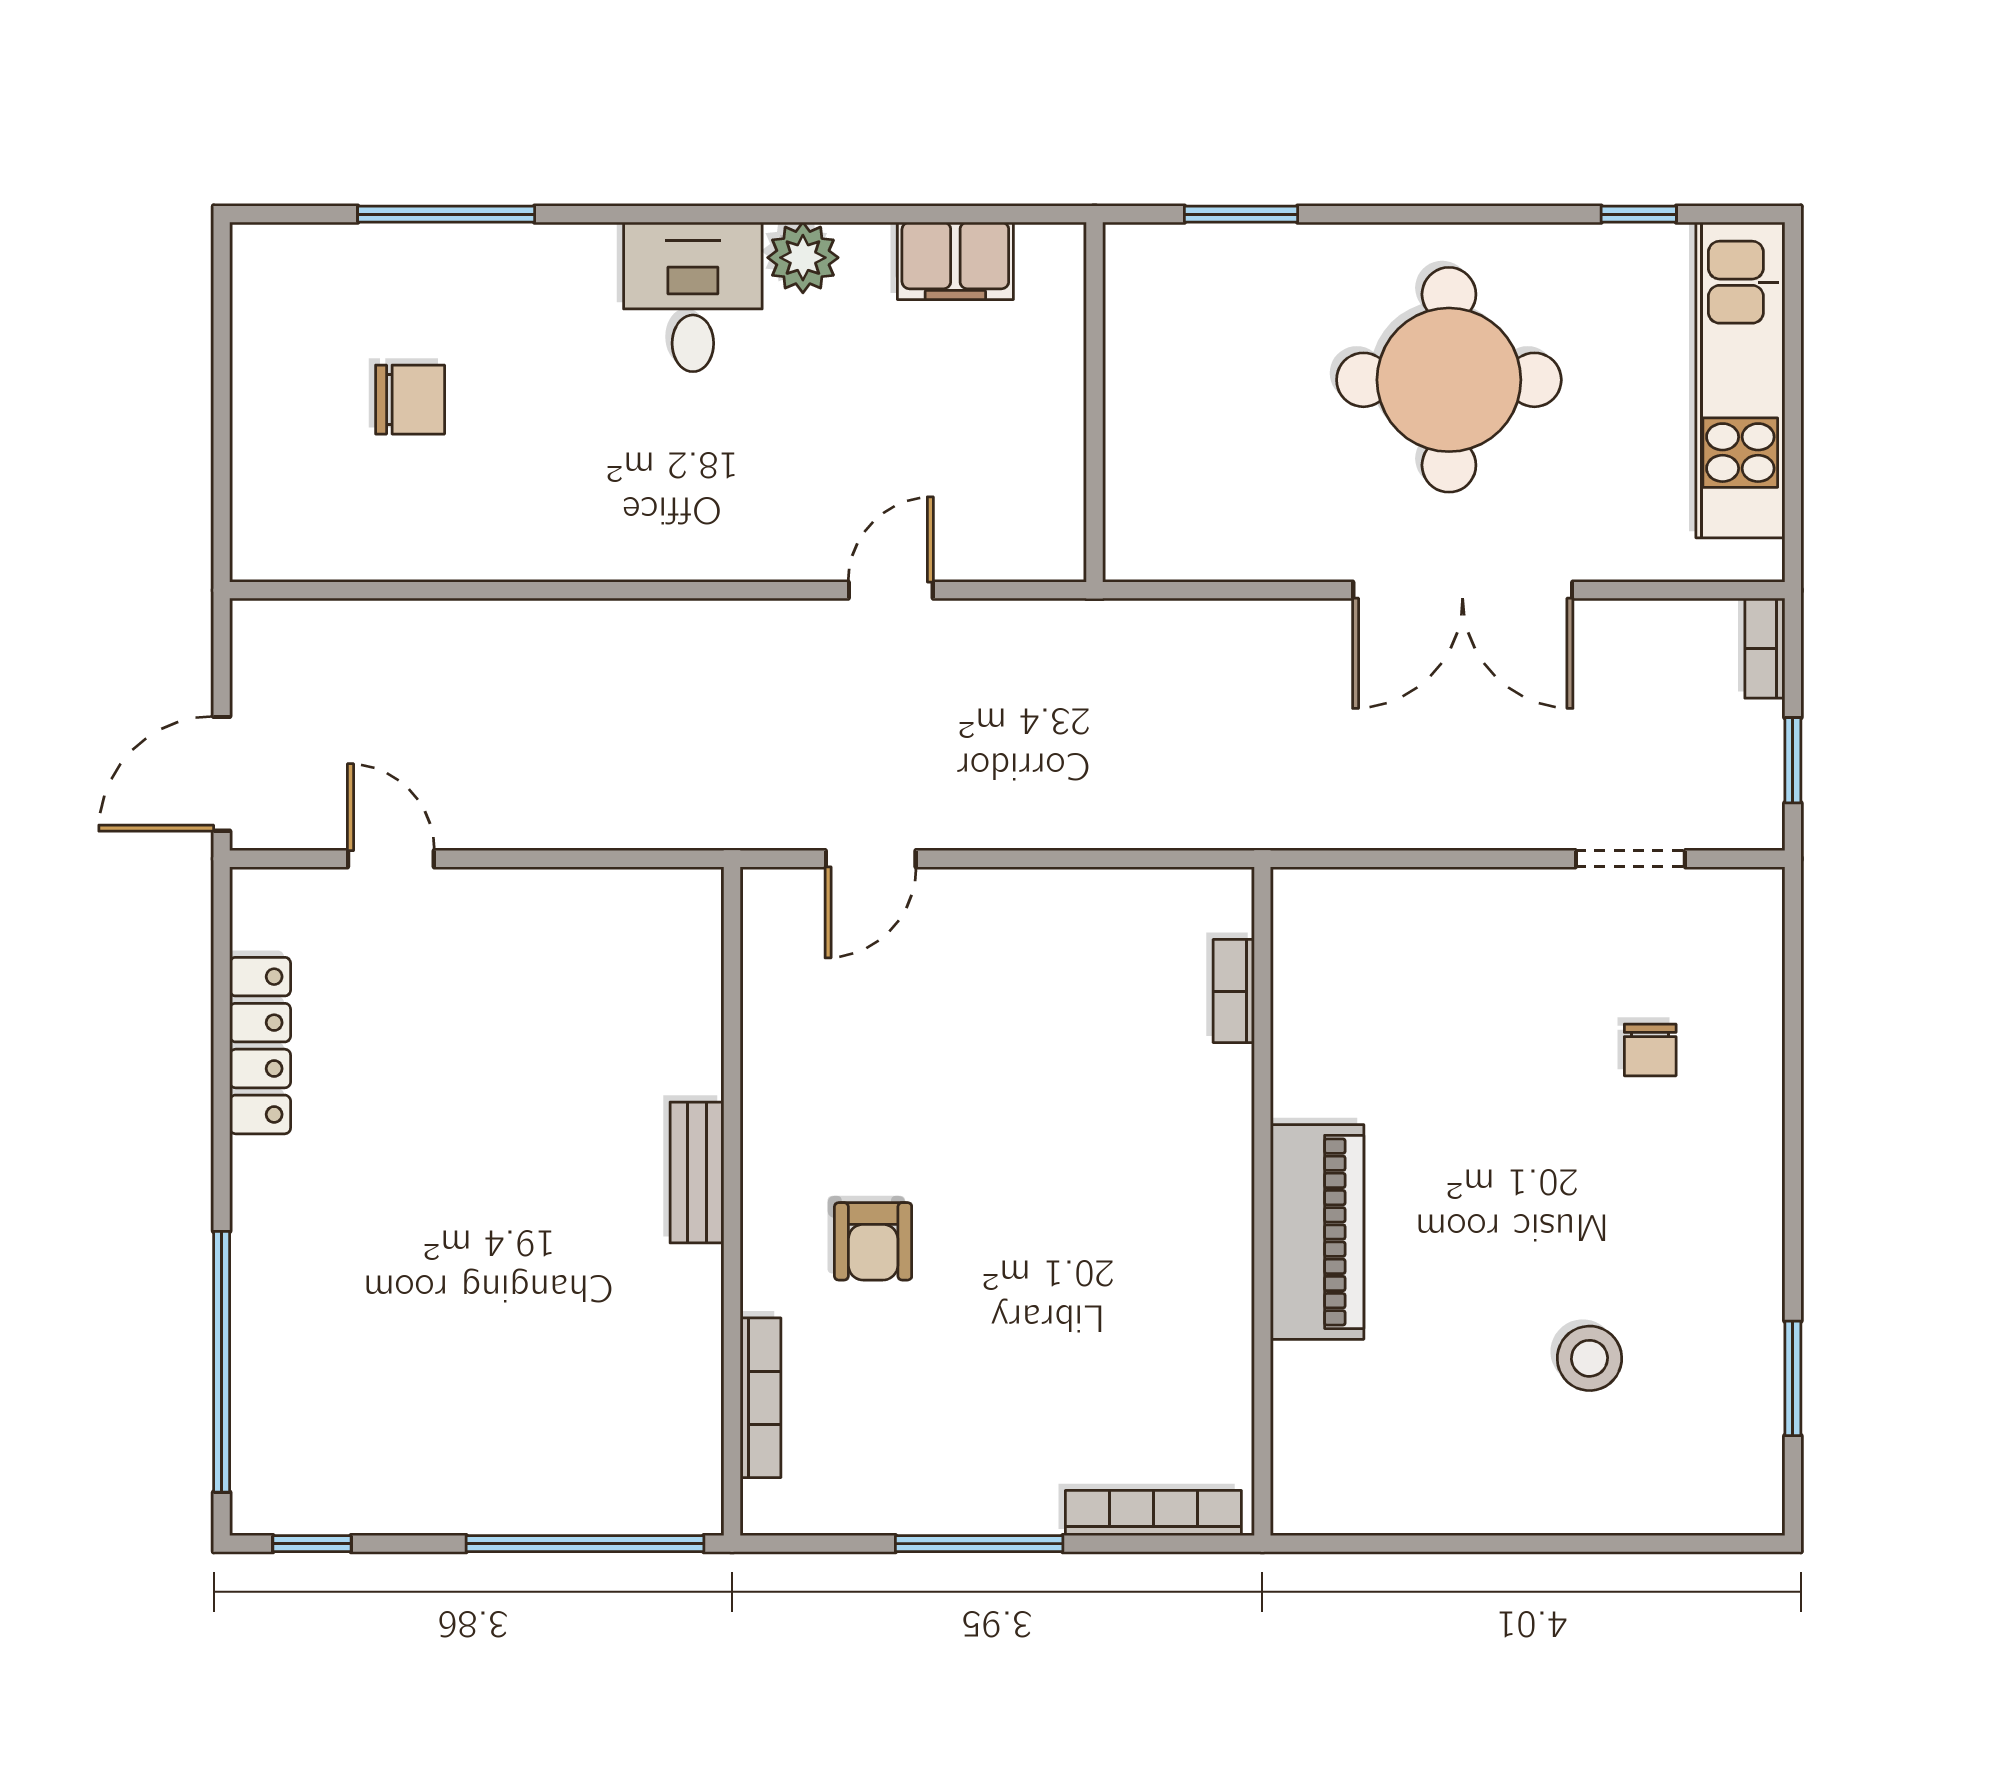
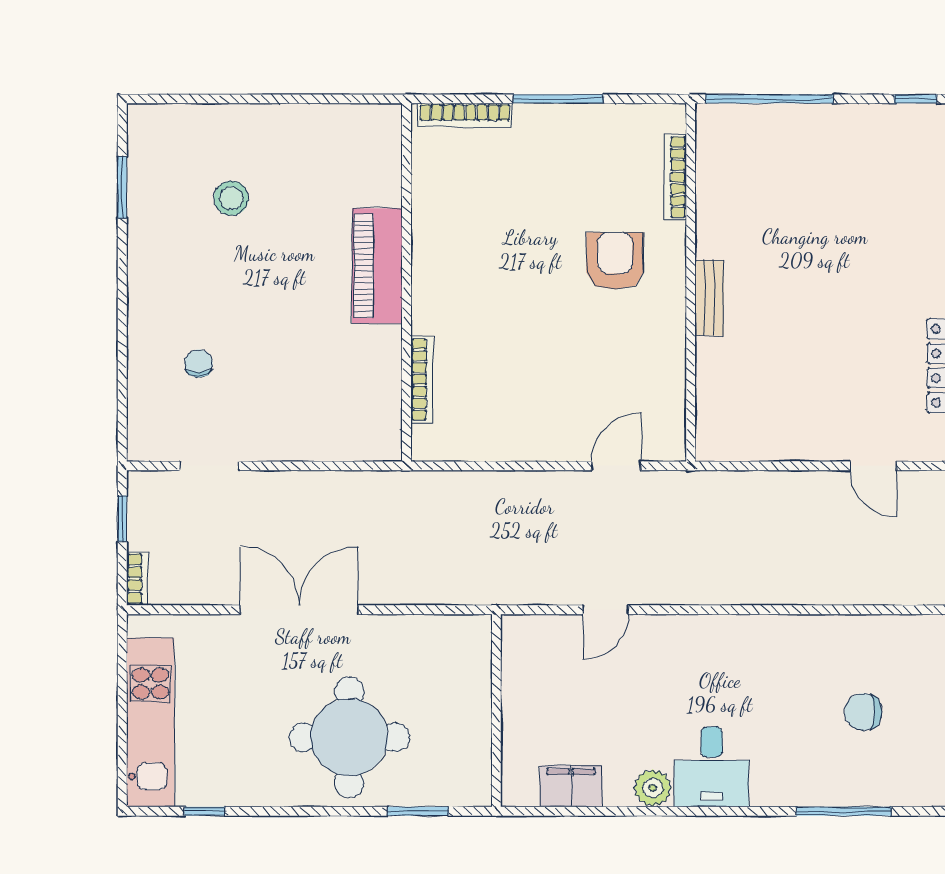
round table: (1449, 380) -> (349, 737), moved
bookcase: (1234, 991) -> (422, 379), width x1.56
armchair: (873, 1241) -> (615, 261), width x1.38, depth x1.38

